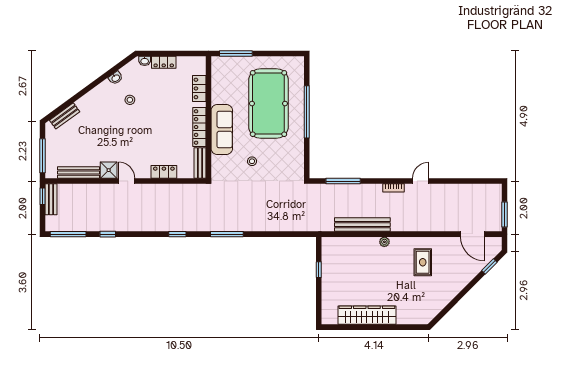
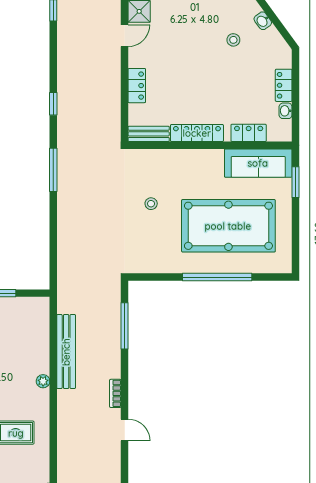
window: (236, 54) -> (295, 182), width x0.69
washbasin: (145, 61) -> (286, 111), moved
sofa: (222, 129) -> (258, 163), moved

